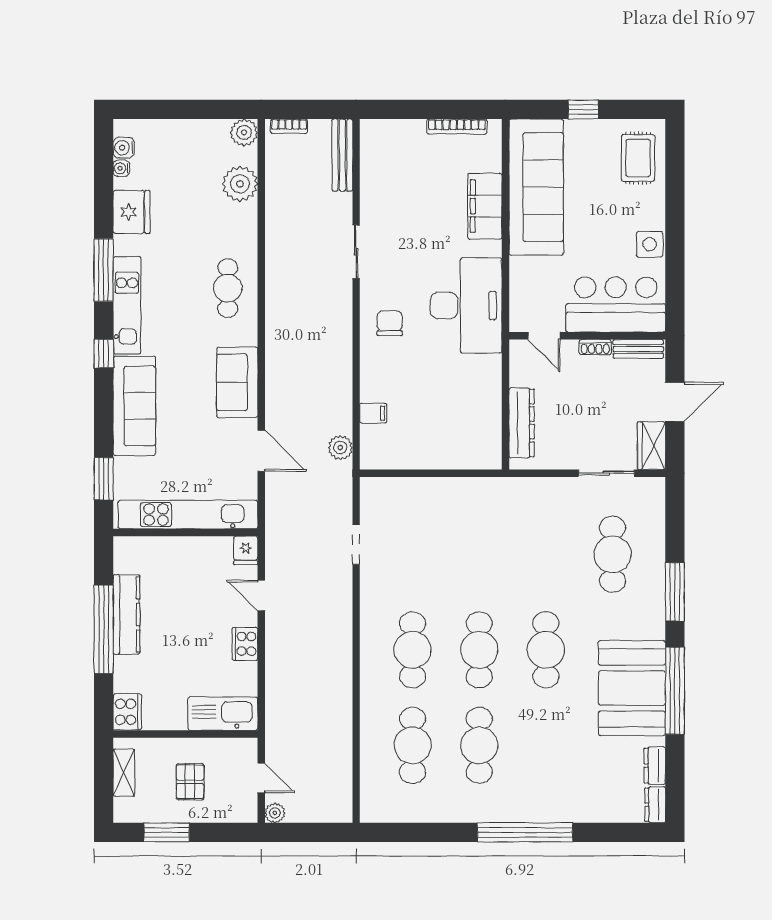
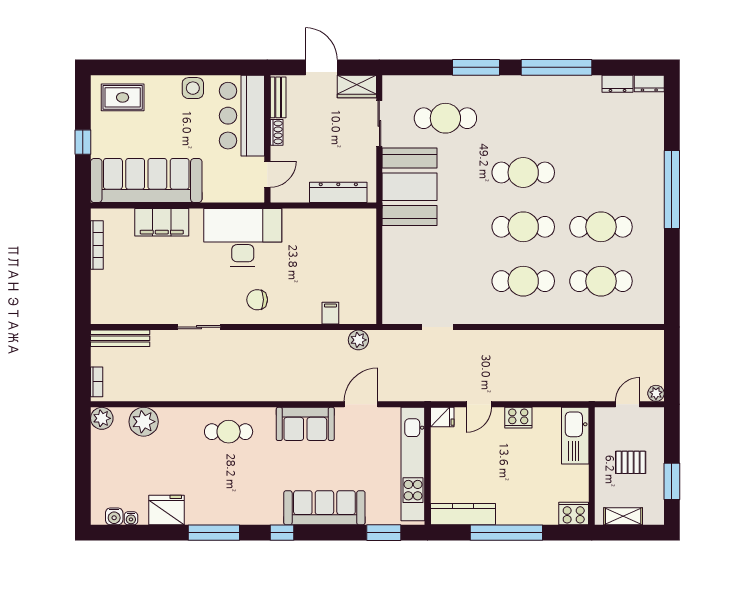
kitchen unit: (127, 305) -> (243, 514), removed
kitchen counter: (126, 614) -> (463, 514), moved
booth: (632, 688) -> (410, 187), moved, turned 90

